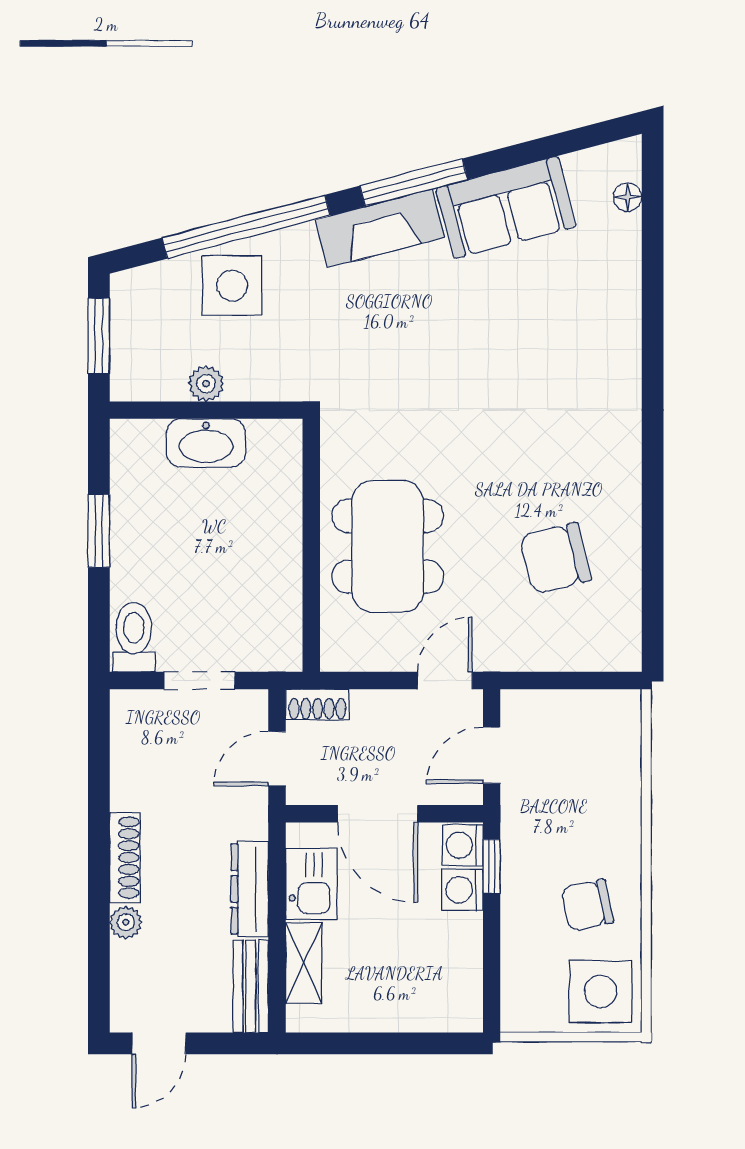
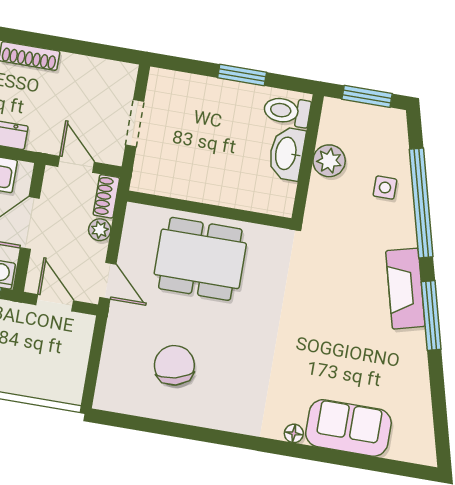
floor lamp: (628, 197) -> (294, 433), moved
sofa: (506, 207) -> (348, 428), moved, turned 105
side table: (232, 285) -> (385, 188), width x0.54, depth x0.54
plant: (206, 384) -> (329, 161), width x1.38, depth x1.38
toilet: (134, 637) -> (287, 111), moved, turned 180
plant: (370, 706) -> (100, 230), added

